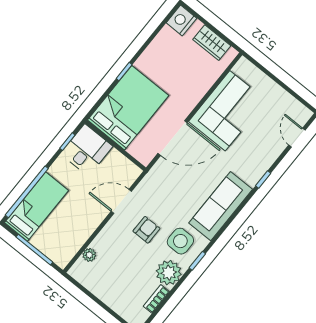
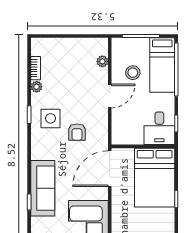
door: (173, 138) -> (110, 169), moved
door: (121, 201) -> (110, 96), moved
sofa: (221, 206) -> (43, 188), moved
stool: (69, 222) -> (133, 73), added
armchair: (146, 230) -> (77, 132), moved
plant: (169, 273) -> (37, 87), width x0.53, depth x0.53

